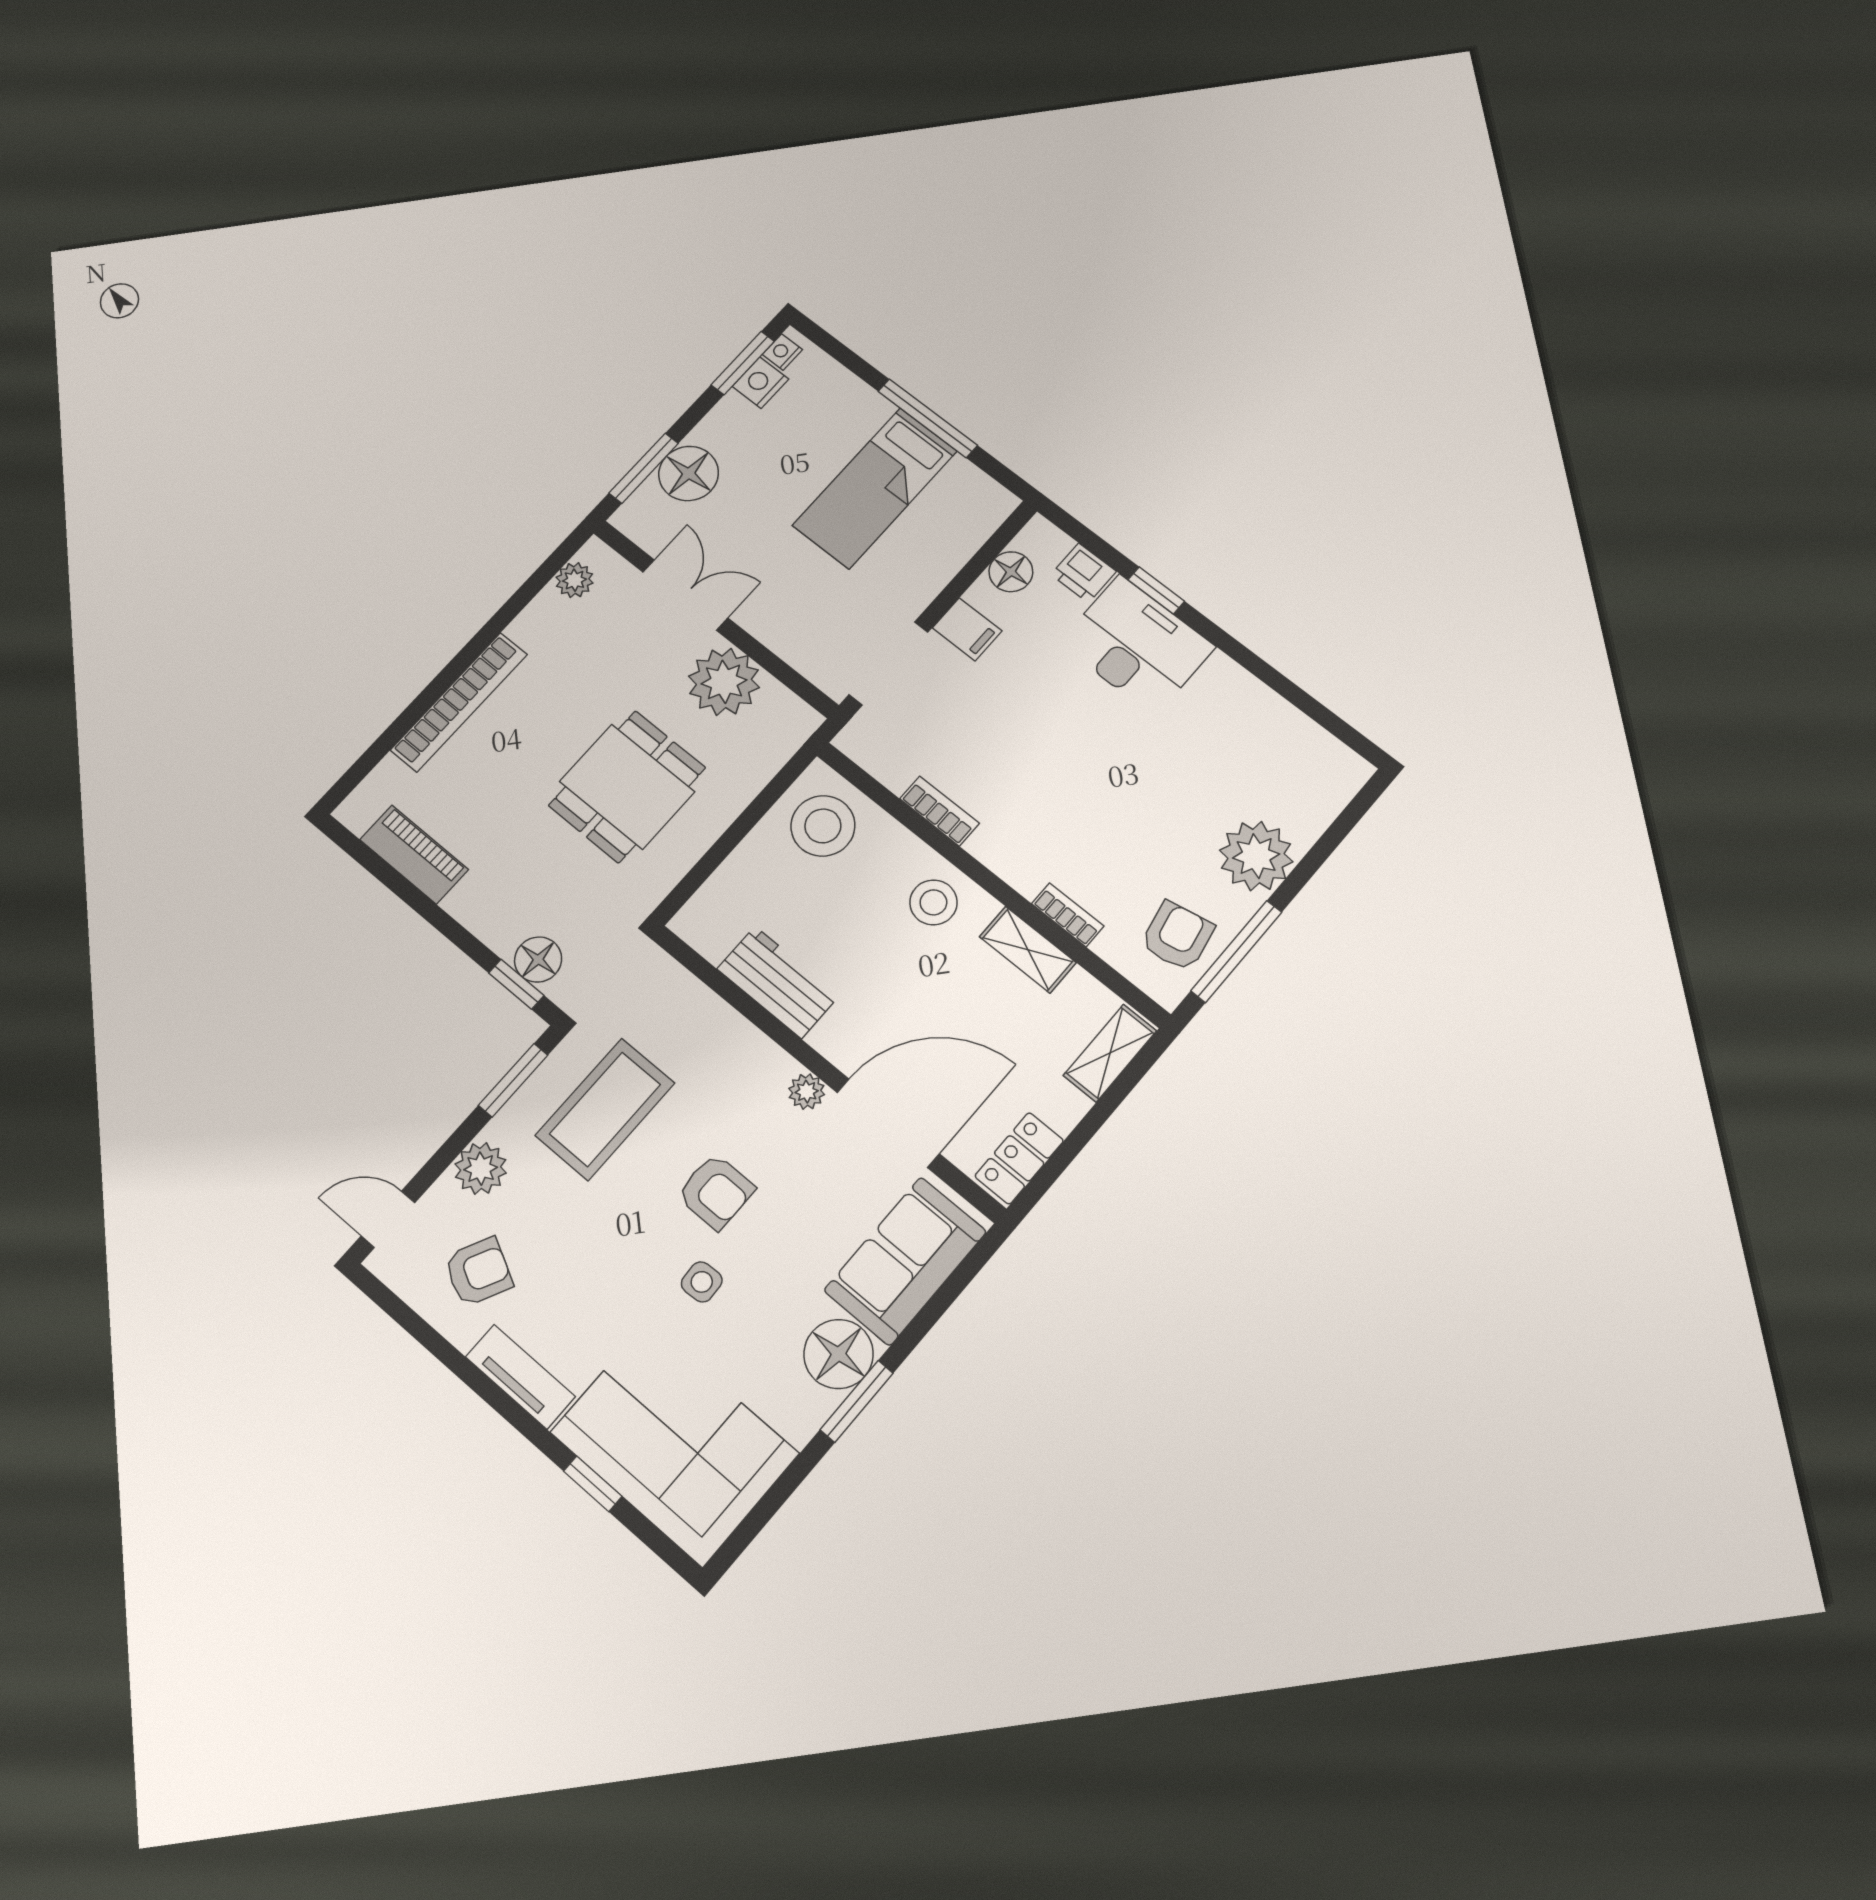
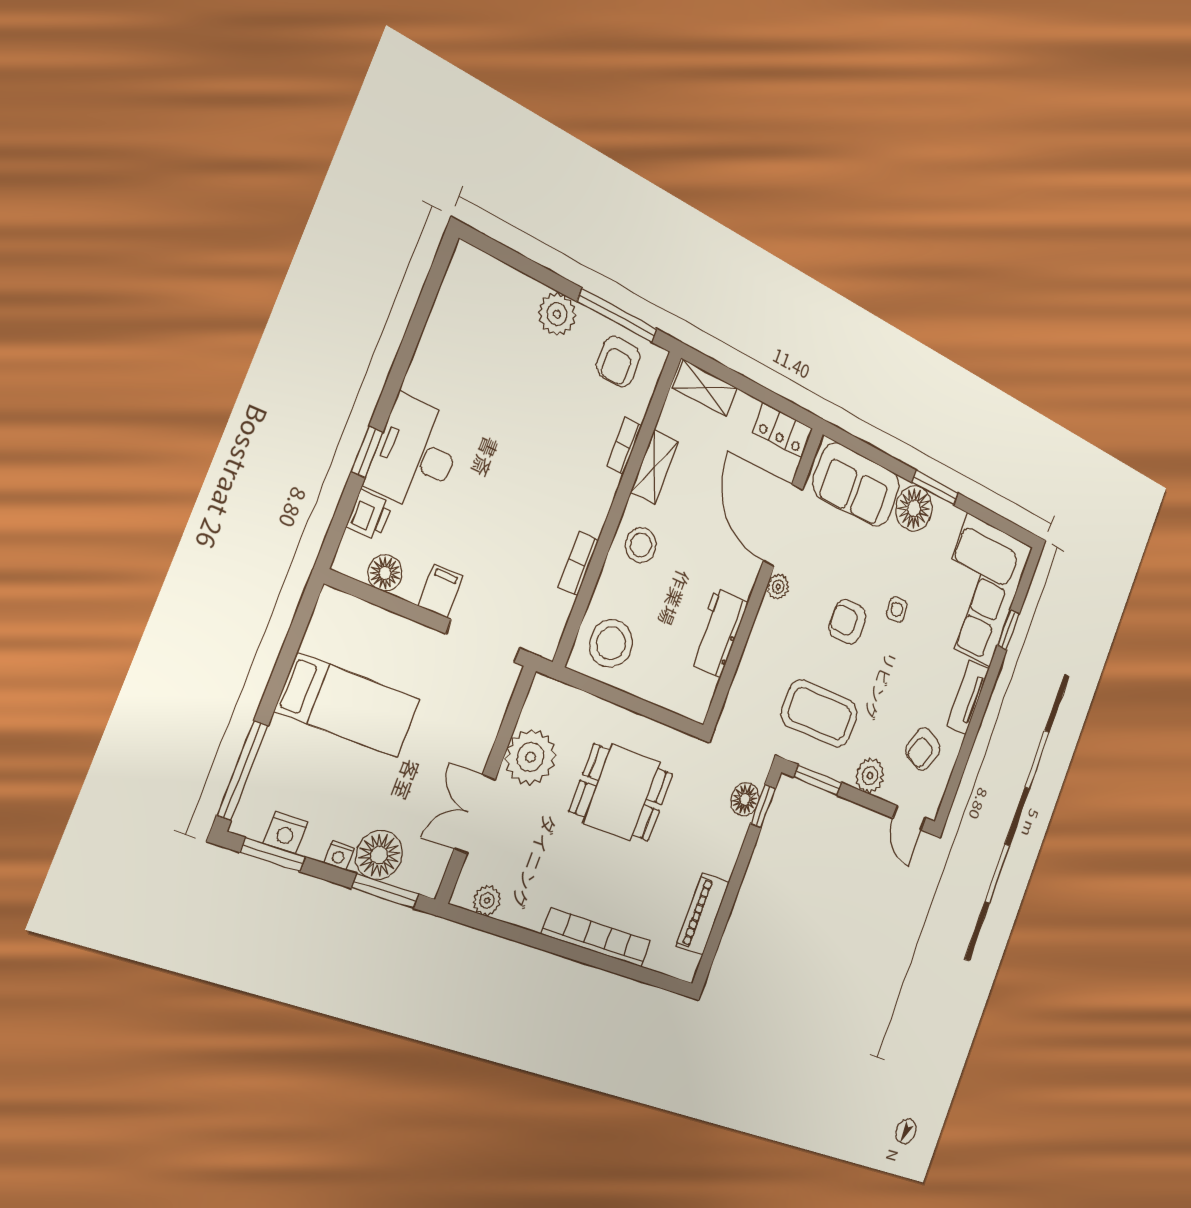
nightstand: (782, 352) -> (339, 856), moved
window: (928, 418) -> (242, 770), moved
plant: (1256, 856) -> (557, 314), width x0.73, depth x0.73
armchair: (1177, 936) -> (618, 362), turned -79
armchair: (716, 1192) -> (848, 622), turned -90
armchair: (478, 1272) -> (923, 749), turned -95

